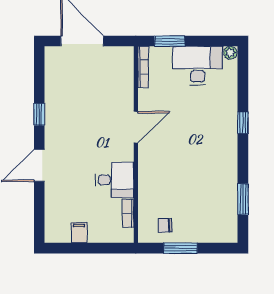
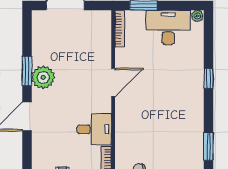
window: (39, 114) -> (27, 71), width x1.50
plant: (57, 122) -> (43, 77), added

